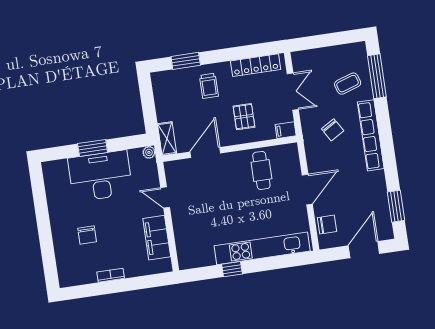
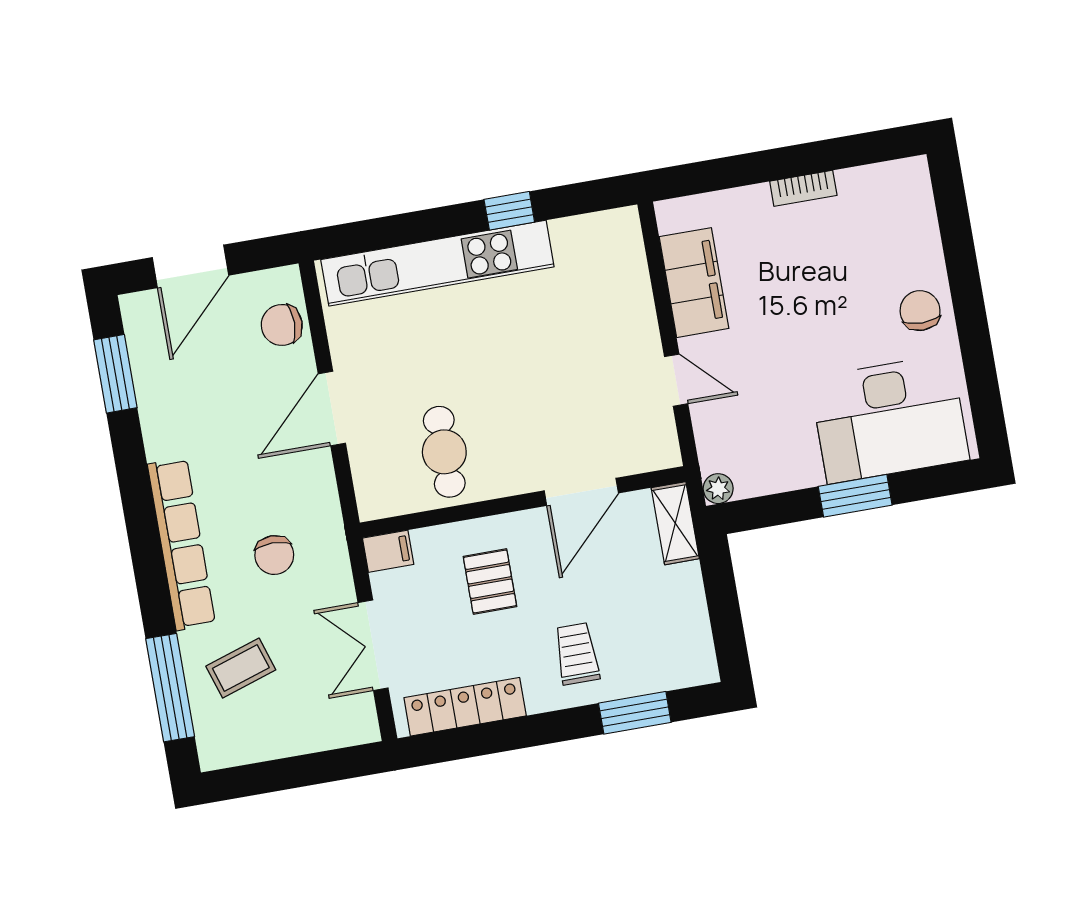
chair: (333, 130) -> (274, 555), turned -149
desk: (100, 176) -> (889, 419), moved
chair: (87, 235) -> (920, 311), moved

